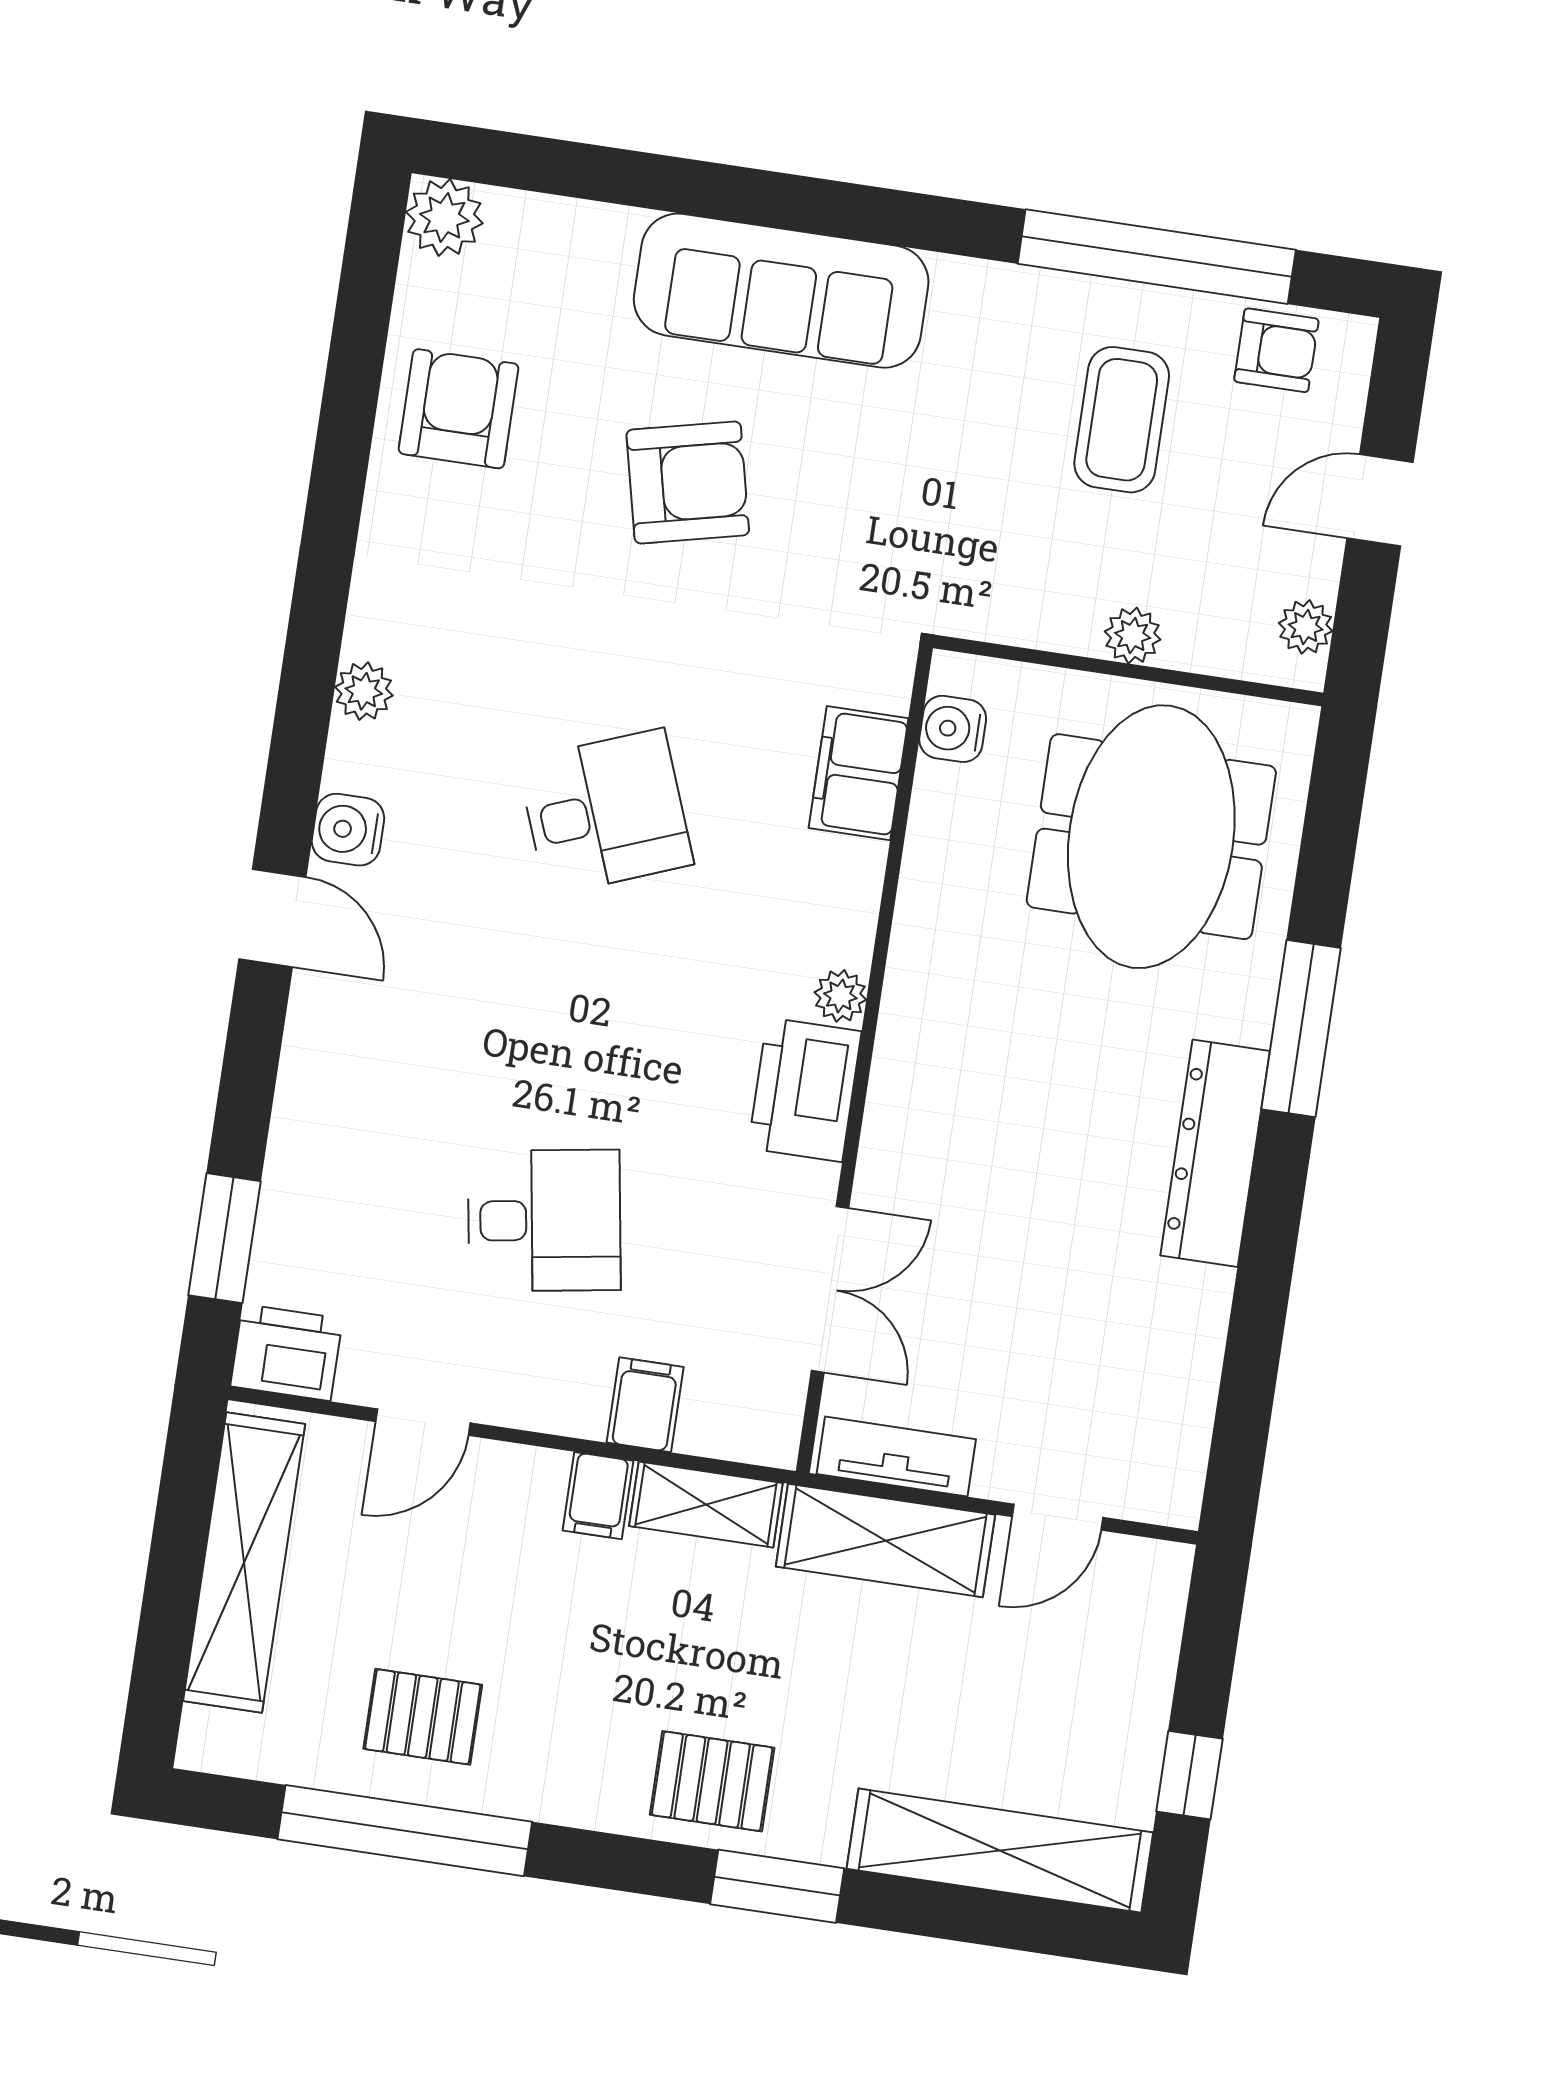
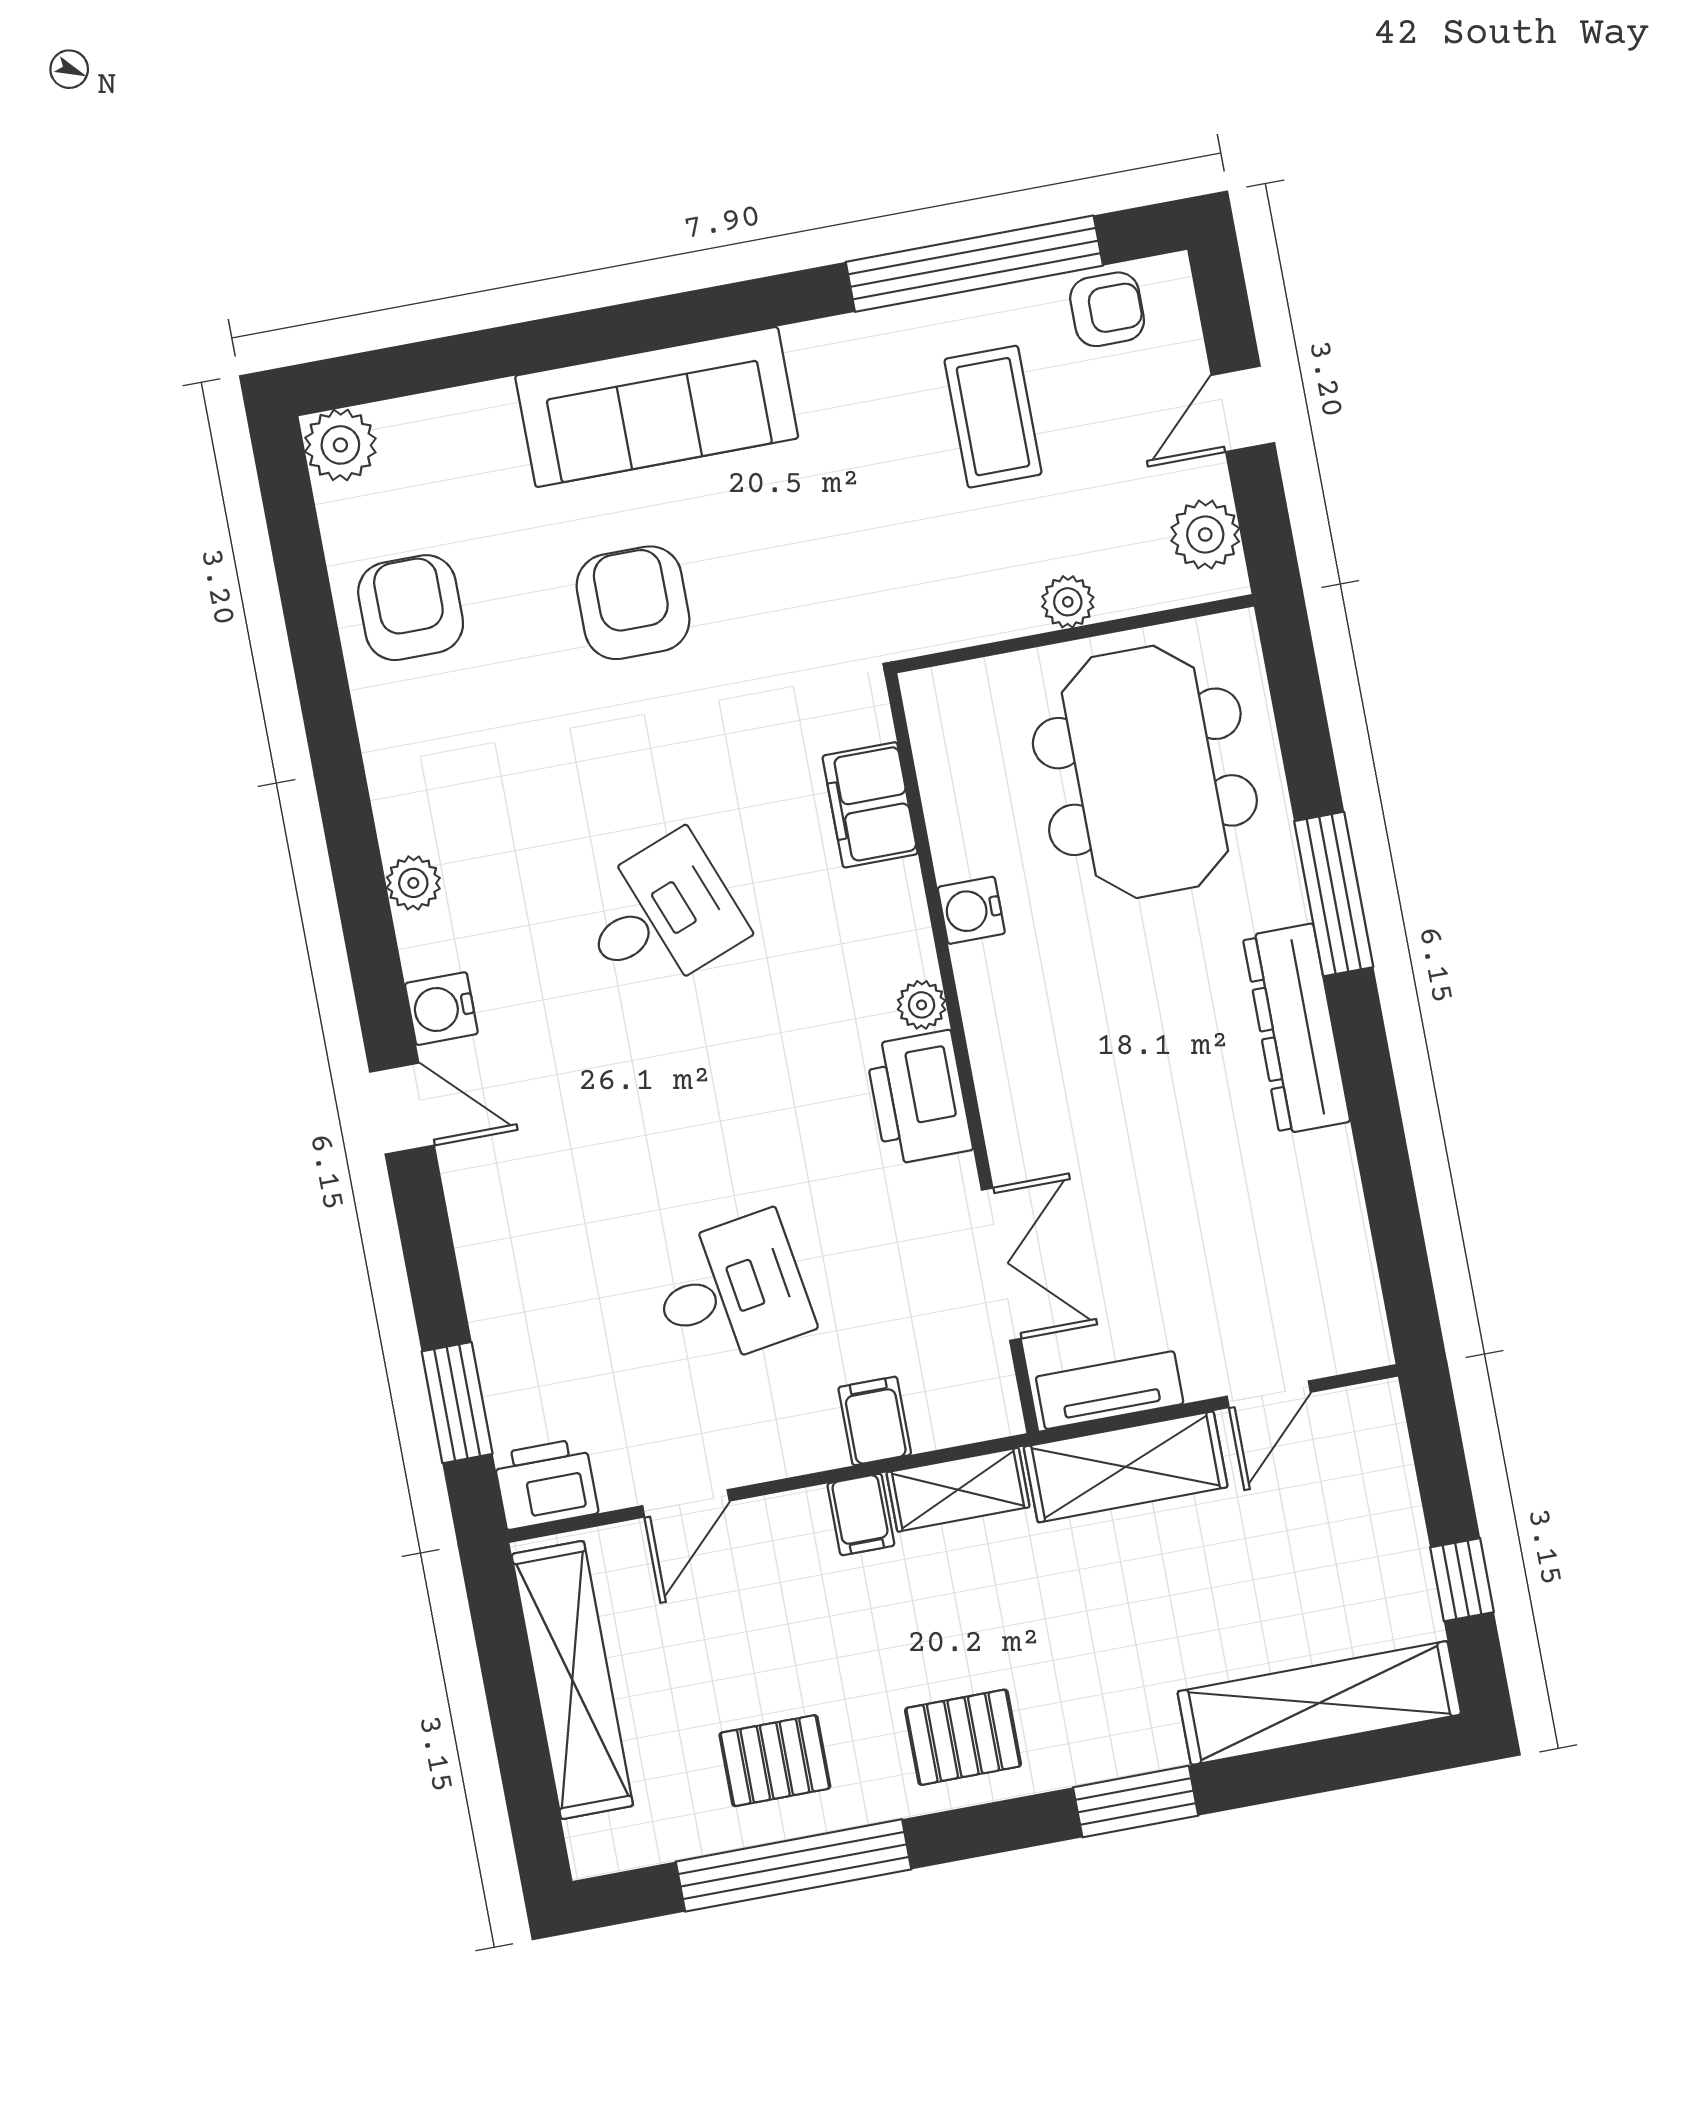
armchair: (688, 483) -> (633, 603), turned -77
plant: (1306, 627) -> (1205, 535), width x1.38, depth x1.38
water cooler: (953, 729) -> (971, 910), moved
pallet: (712, 1781) -> (963, 1737), moved

